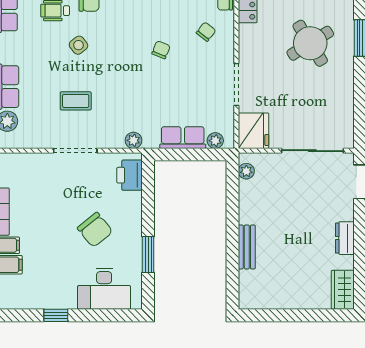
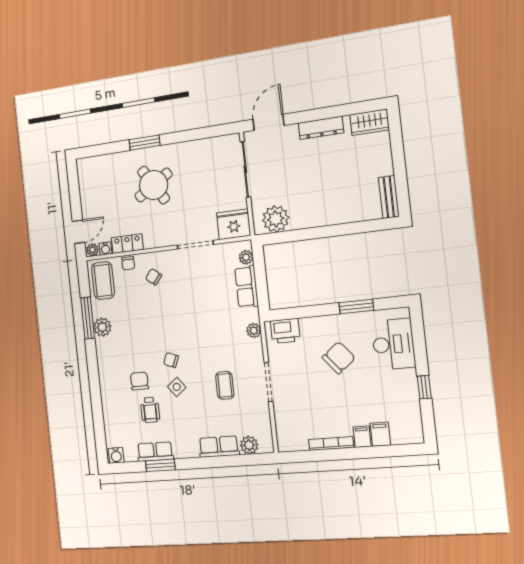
chair: (161, 50) -> (171, 360), moved
plant: (246, 171) -> (276, 219), width x1.88, depth x1.88
dresser: (345, 238) -> (321, 128), width x1.44
bench: (247, 247) -> (389, 197), moved, turned 90

